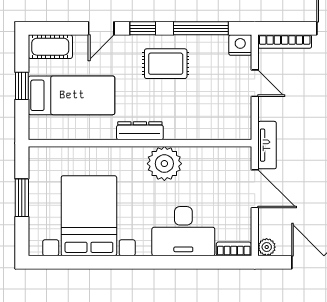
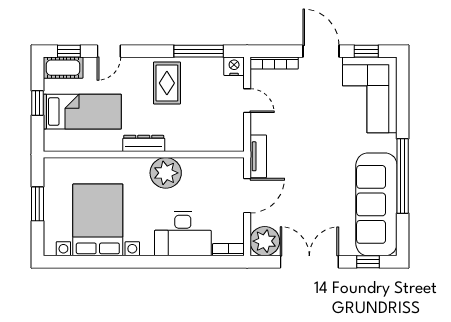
window: (143, 28) -> (69, 51), moved
rug: (166, 64) -> (167, 83), turned 90
door: (255, 189) -> (247, 196), hinge flipped
plant: (267, 247) -> (265, 241), width x1.88, depth x1.88

